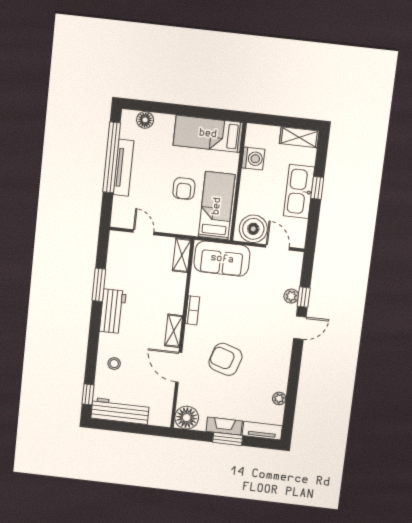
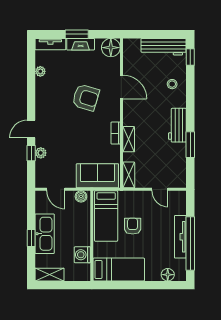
boiler: (253, 229) -> (81, 196), width x0.54, depth x0.54
shelving: (174, 331) -> (129, 139), moved

